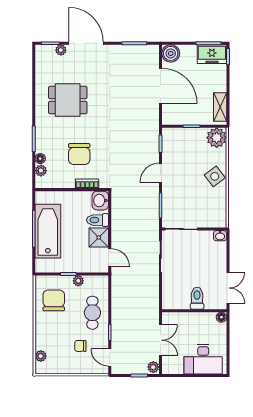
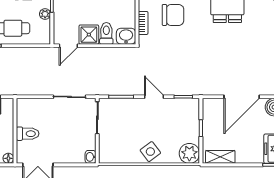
chair: (79, 154) -> (173, 15), turned 180

